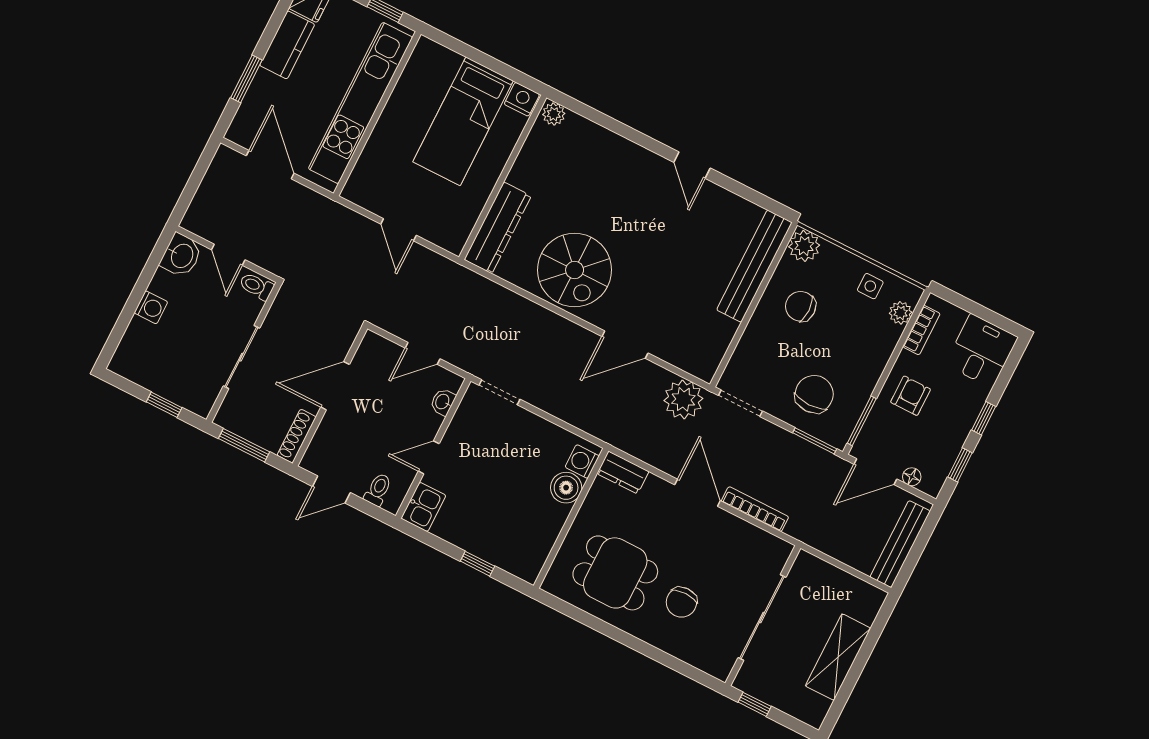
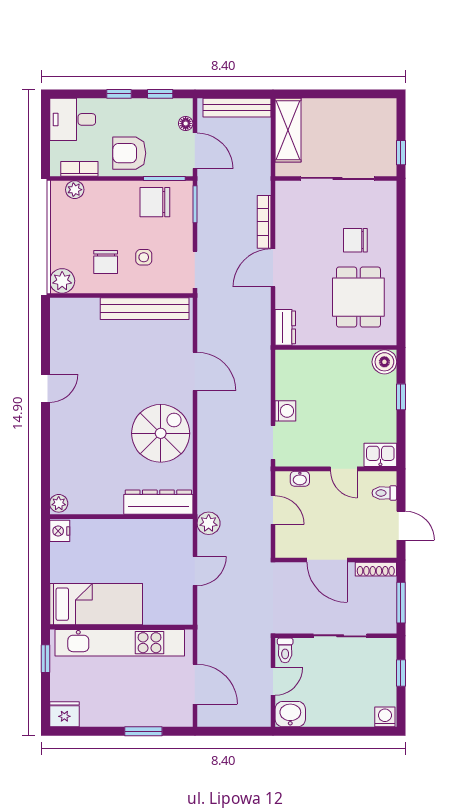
kitchen counter: (287, 45) -> (105, 715), removed
bed: (463, 121) -> (96, 604), moved
door: (270, 165) -> (195, 684), swing flipped
bench: (754, 266) -> (145, 309), moved
side table: (870, 286) -> (144, 257), moved
washing machine: (151, 307) -> (385, 717), moved
chair: (814, 394) -> (155, 202), moved
armchair: (911, 396) -> (129, 153), width x1.38, depth x1.38
plant: (683, 399) -> (209, 523), moved, width x0.73, depth x0.73
washing machine: (582, 462) -> (285, 411), moved, turned -90
boiler: (566, 488) -> (384, 362), moved
chair: (681, 602) -> (355, 240), turned 180
shelving: (838, 657) -> (288, 130), moved, turned 90

